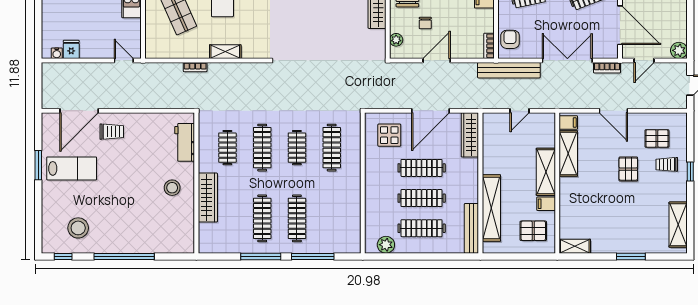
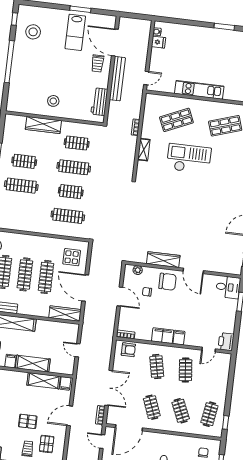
bench: (509, 70) -> (117, 79), moved
workbench: (185, 142) -> (99, 102), moved, turned -90
clothes rail: (262, 218) -> (24, 161), width x0.73

